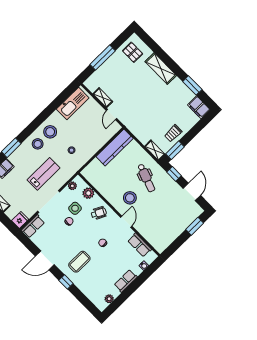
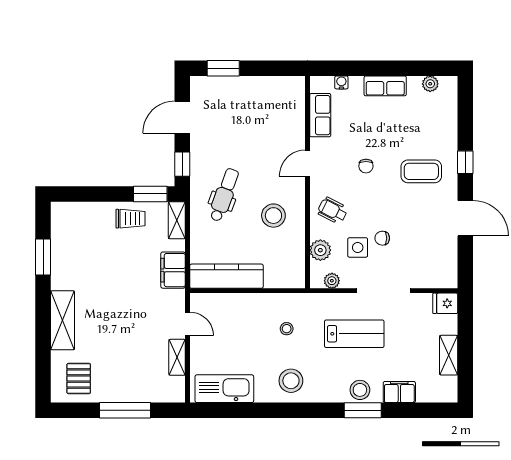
filing cabinet: (199, 107) -> (173, 270), moved, turned 180
door: (111, 114) -> (187, 324), hinge flipped
stool: (38, 144) -> (360, 390), moved
lab bench: (44, 174) -> (354, 334), turned 180
stool: (130, 198) -> (273, 216), moved
row of seats: (33, 226) -> (437, 278), removed

